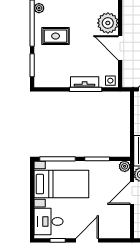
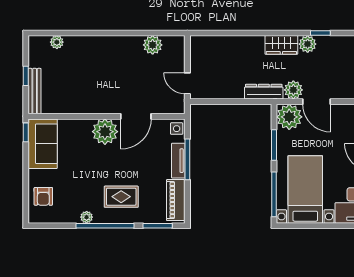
rug: (56, 36) -> (121, 197), turned 90
piano: (53, 80) -> (176, 200), added
plant: (125, 166) -> (289, 117), width x1.88, depth x1.88

